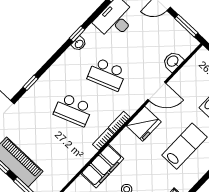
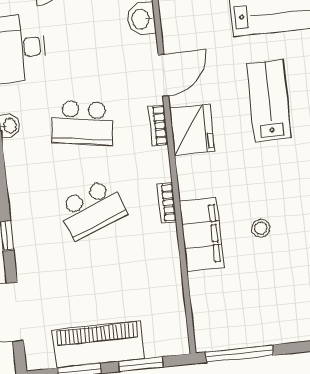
school desk: (107, 74) -> (83, 123), turned 30
bookcase: (119, 122) -> (158, 126), moved

